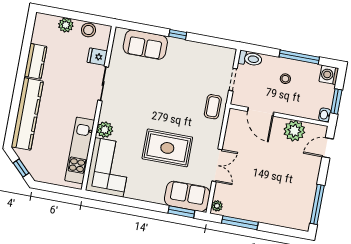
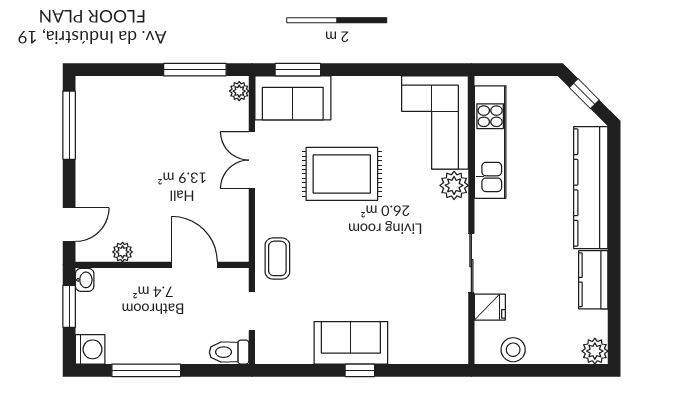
plant: (66, 25) -> (595, 351), moved
sofa: (145, 45) -> (351, 343), moved
stool: (285, 79) -> (163, 329), removed
plant: (294, 131) -> (123, 252), width x0.53, depth x0.53

